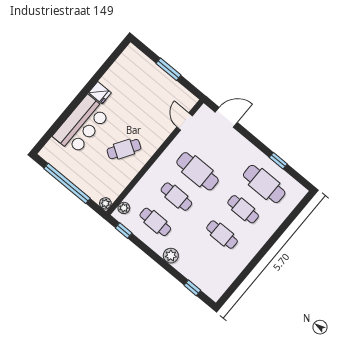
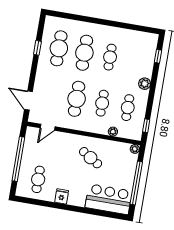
window: (168, 69) -> (18, 159), width x2.11
cafe table: (133, 78) -> (38, 179), added
bar counter: (82, 125) -> (109, 199), moved
plant: (124, 208) -> (113, 132), moved
cafe table: (243, 209) -> (84, 53), width x1.37, depth x1.35

